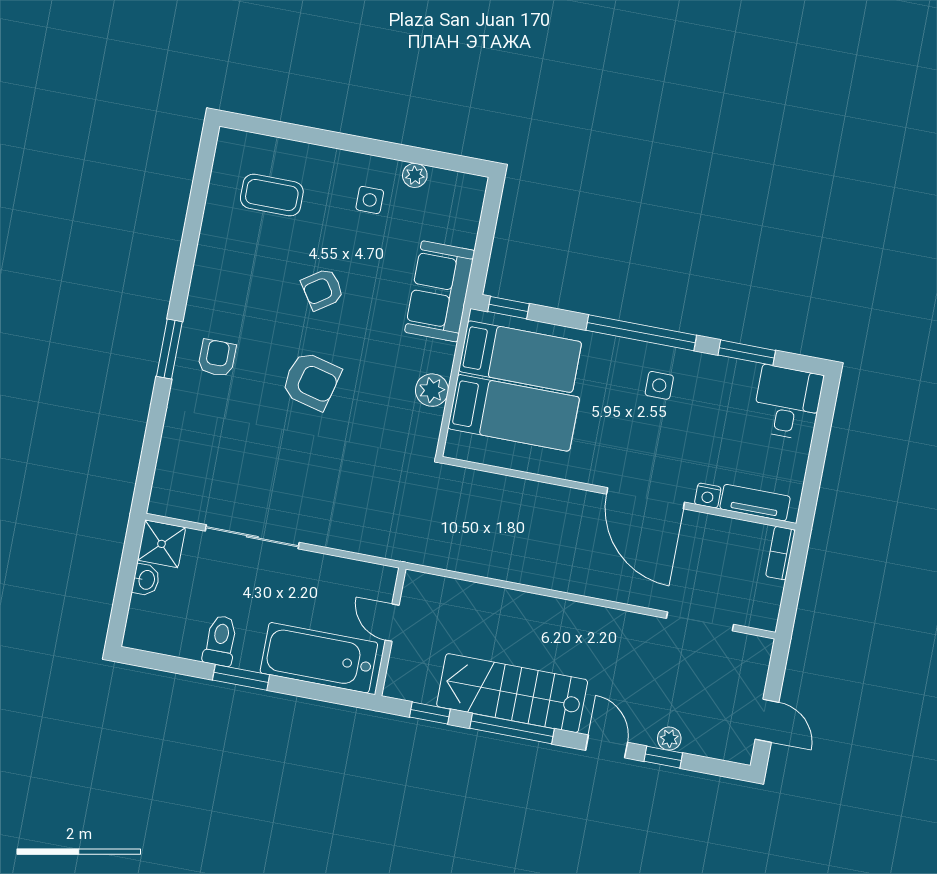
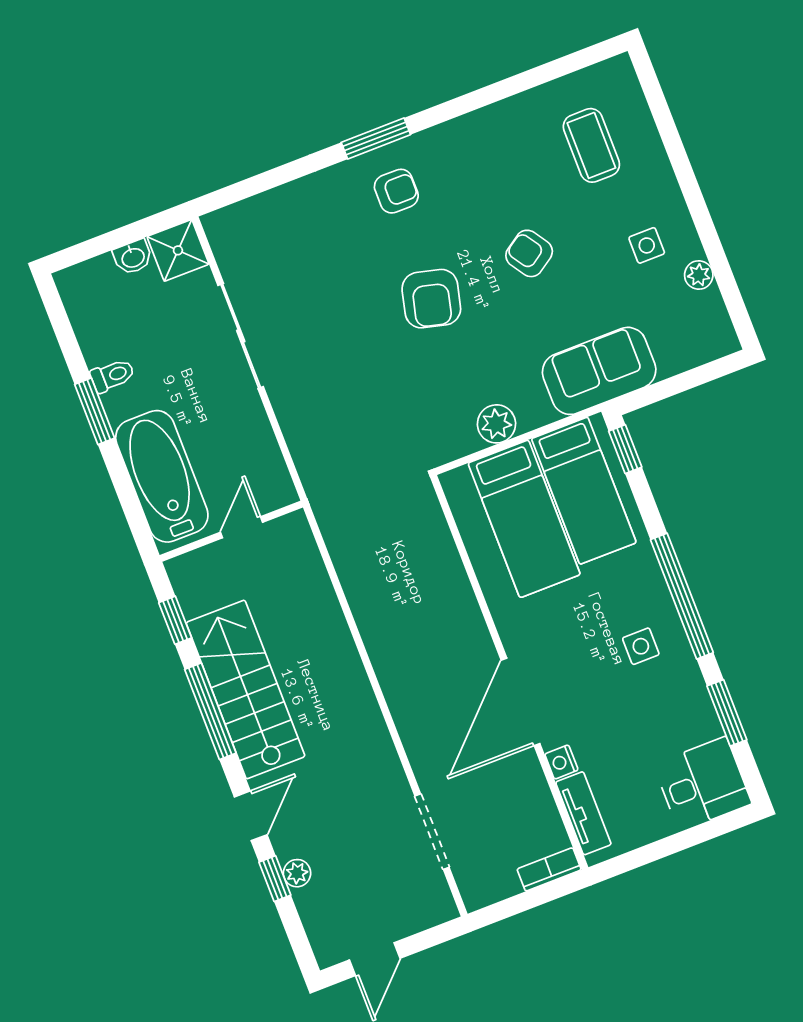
toilet: (220, 641) -> (113, 375), width x0.73, depth x0.72

